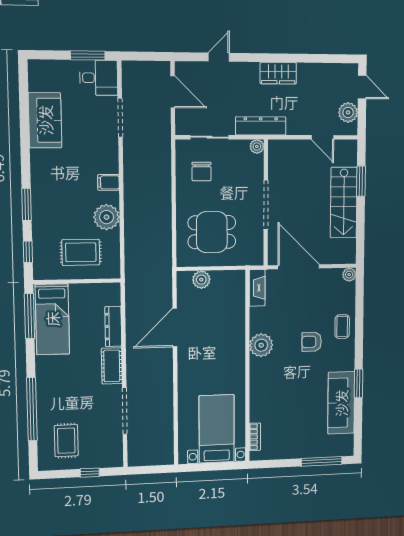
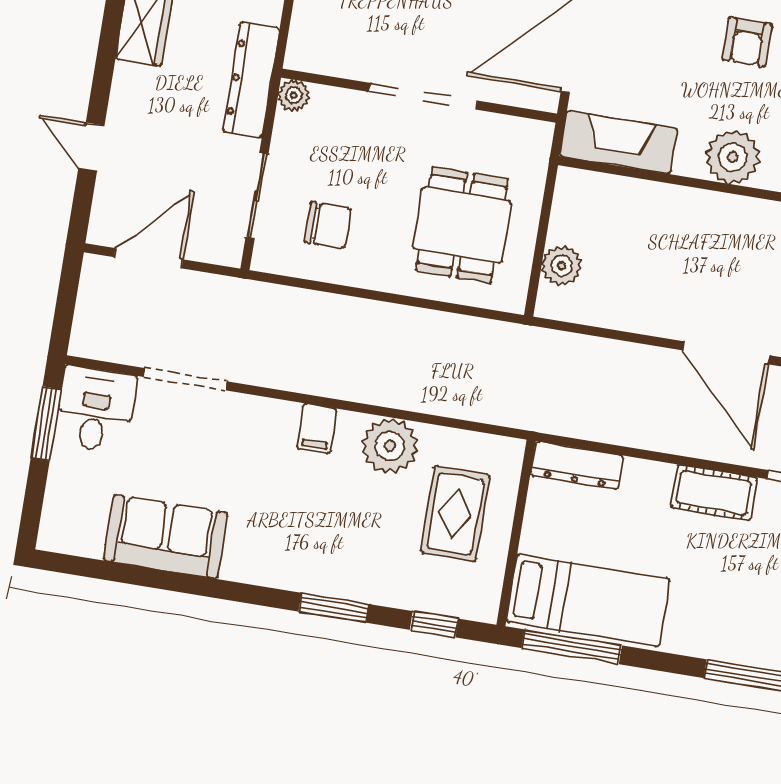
fireplace: (257, 288) -> (619, 142), width x1.37, depth x1.32
dresser: (113, 326) -> (577, 466), moved
door: (175, 328) -> (726, 353), moved

